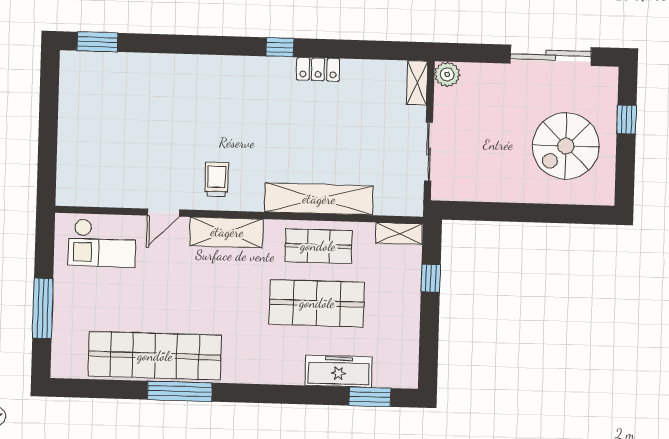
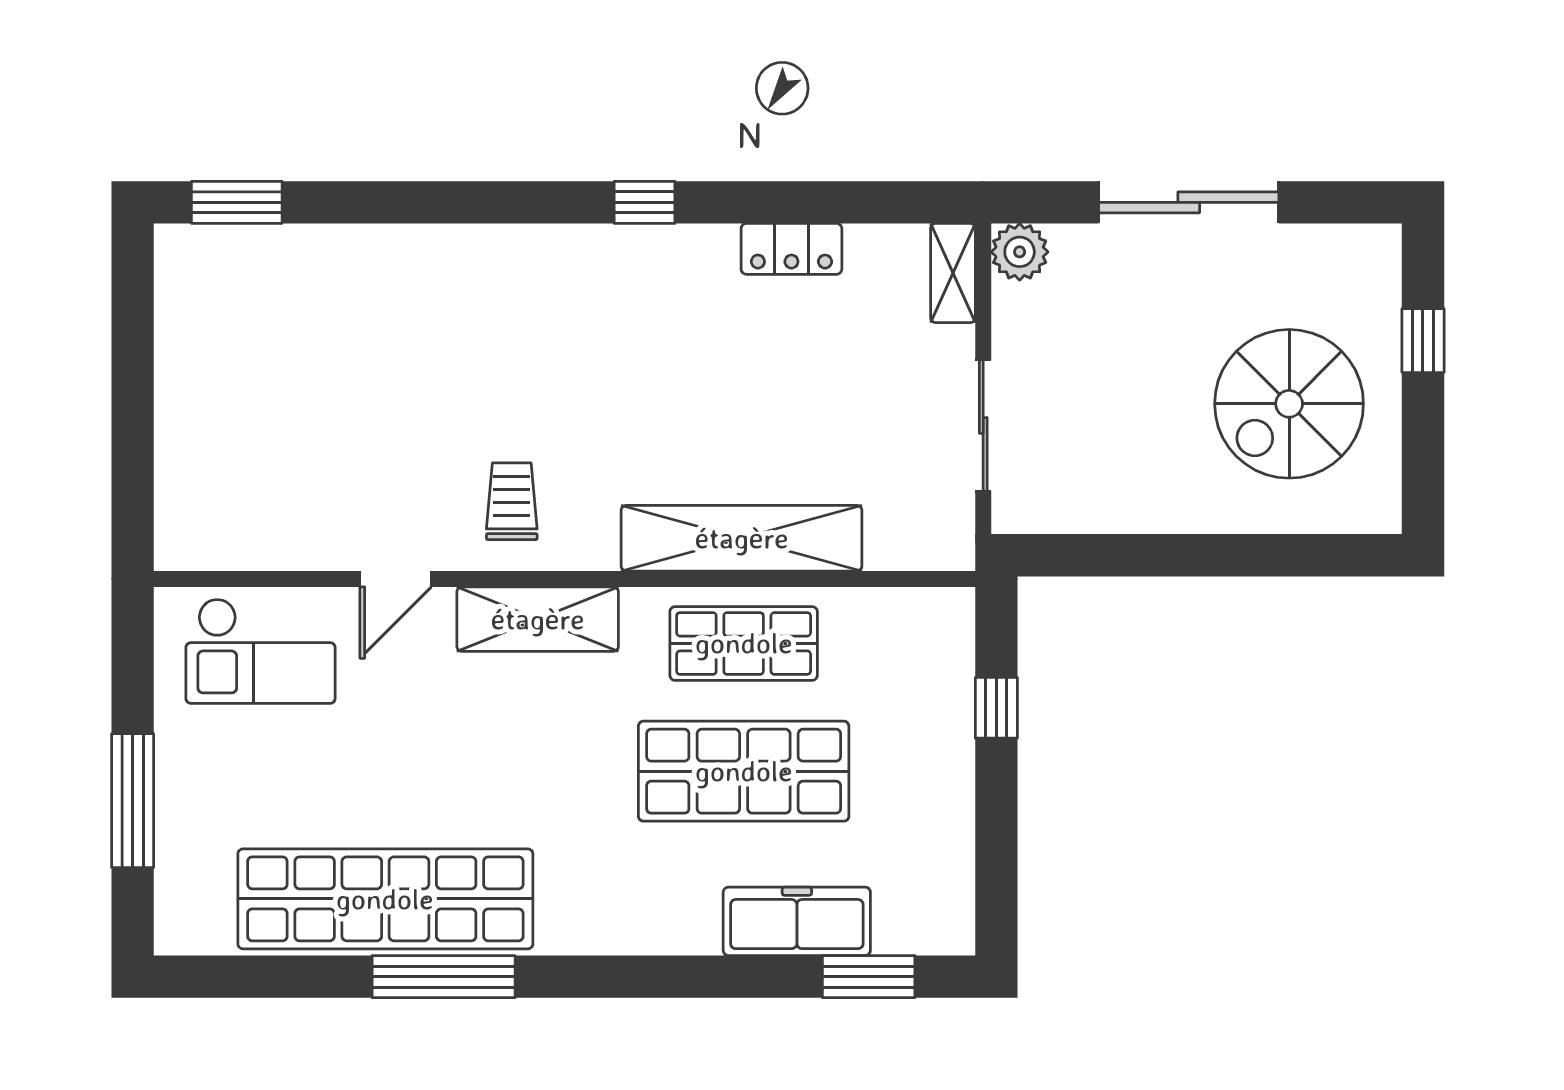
sliding door: (551, 55) -> (1189, 202), moved
locker: (318, 69) -> (791, 249), moved
shelving: (399, 233) -> (923, 610), removed

